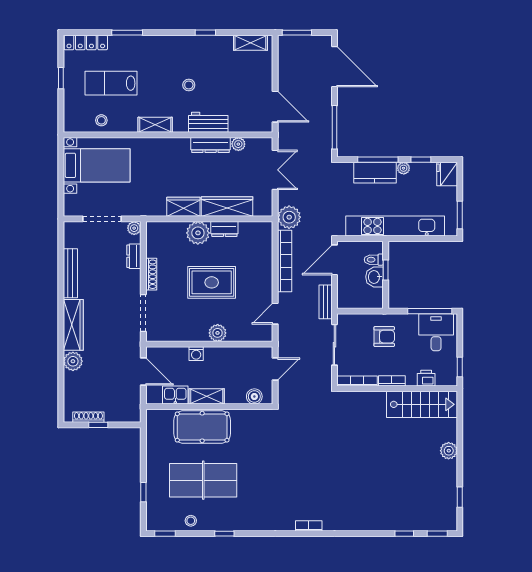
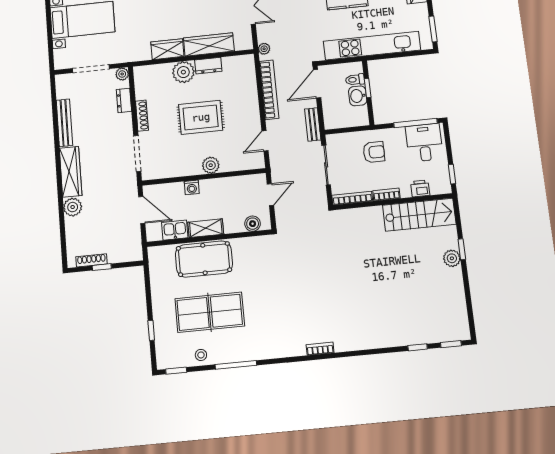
plant: (289, 217) -> (264, 49), width x0.53, depth x0.53
window: (460, 497) -> (462, 249), moved
window: (224, 534) -> (236, 365), width x2.17

